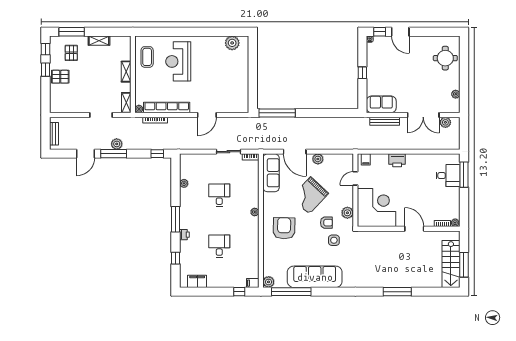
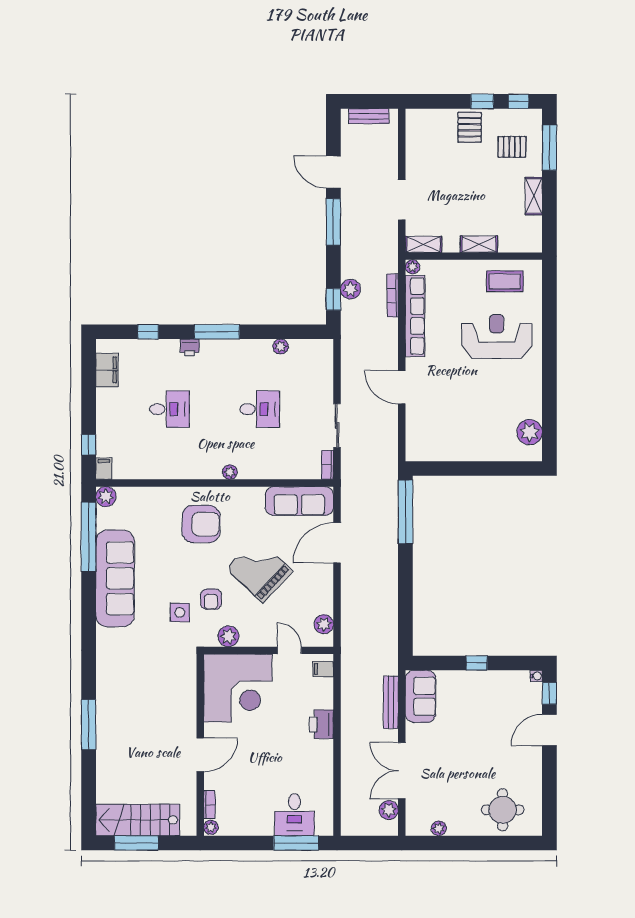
plant: (117, 144) -> (350, 289), moved
plant: (318, 159) -> (324, 624), moved

